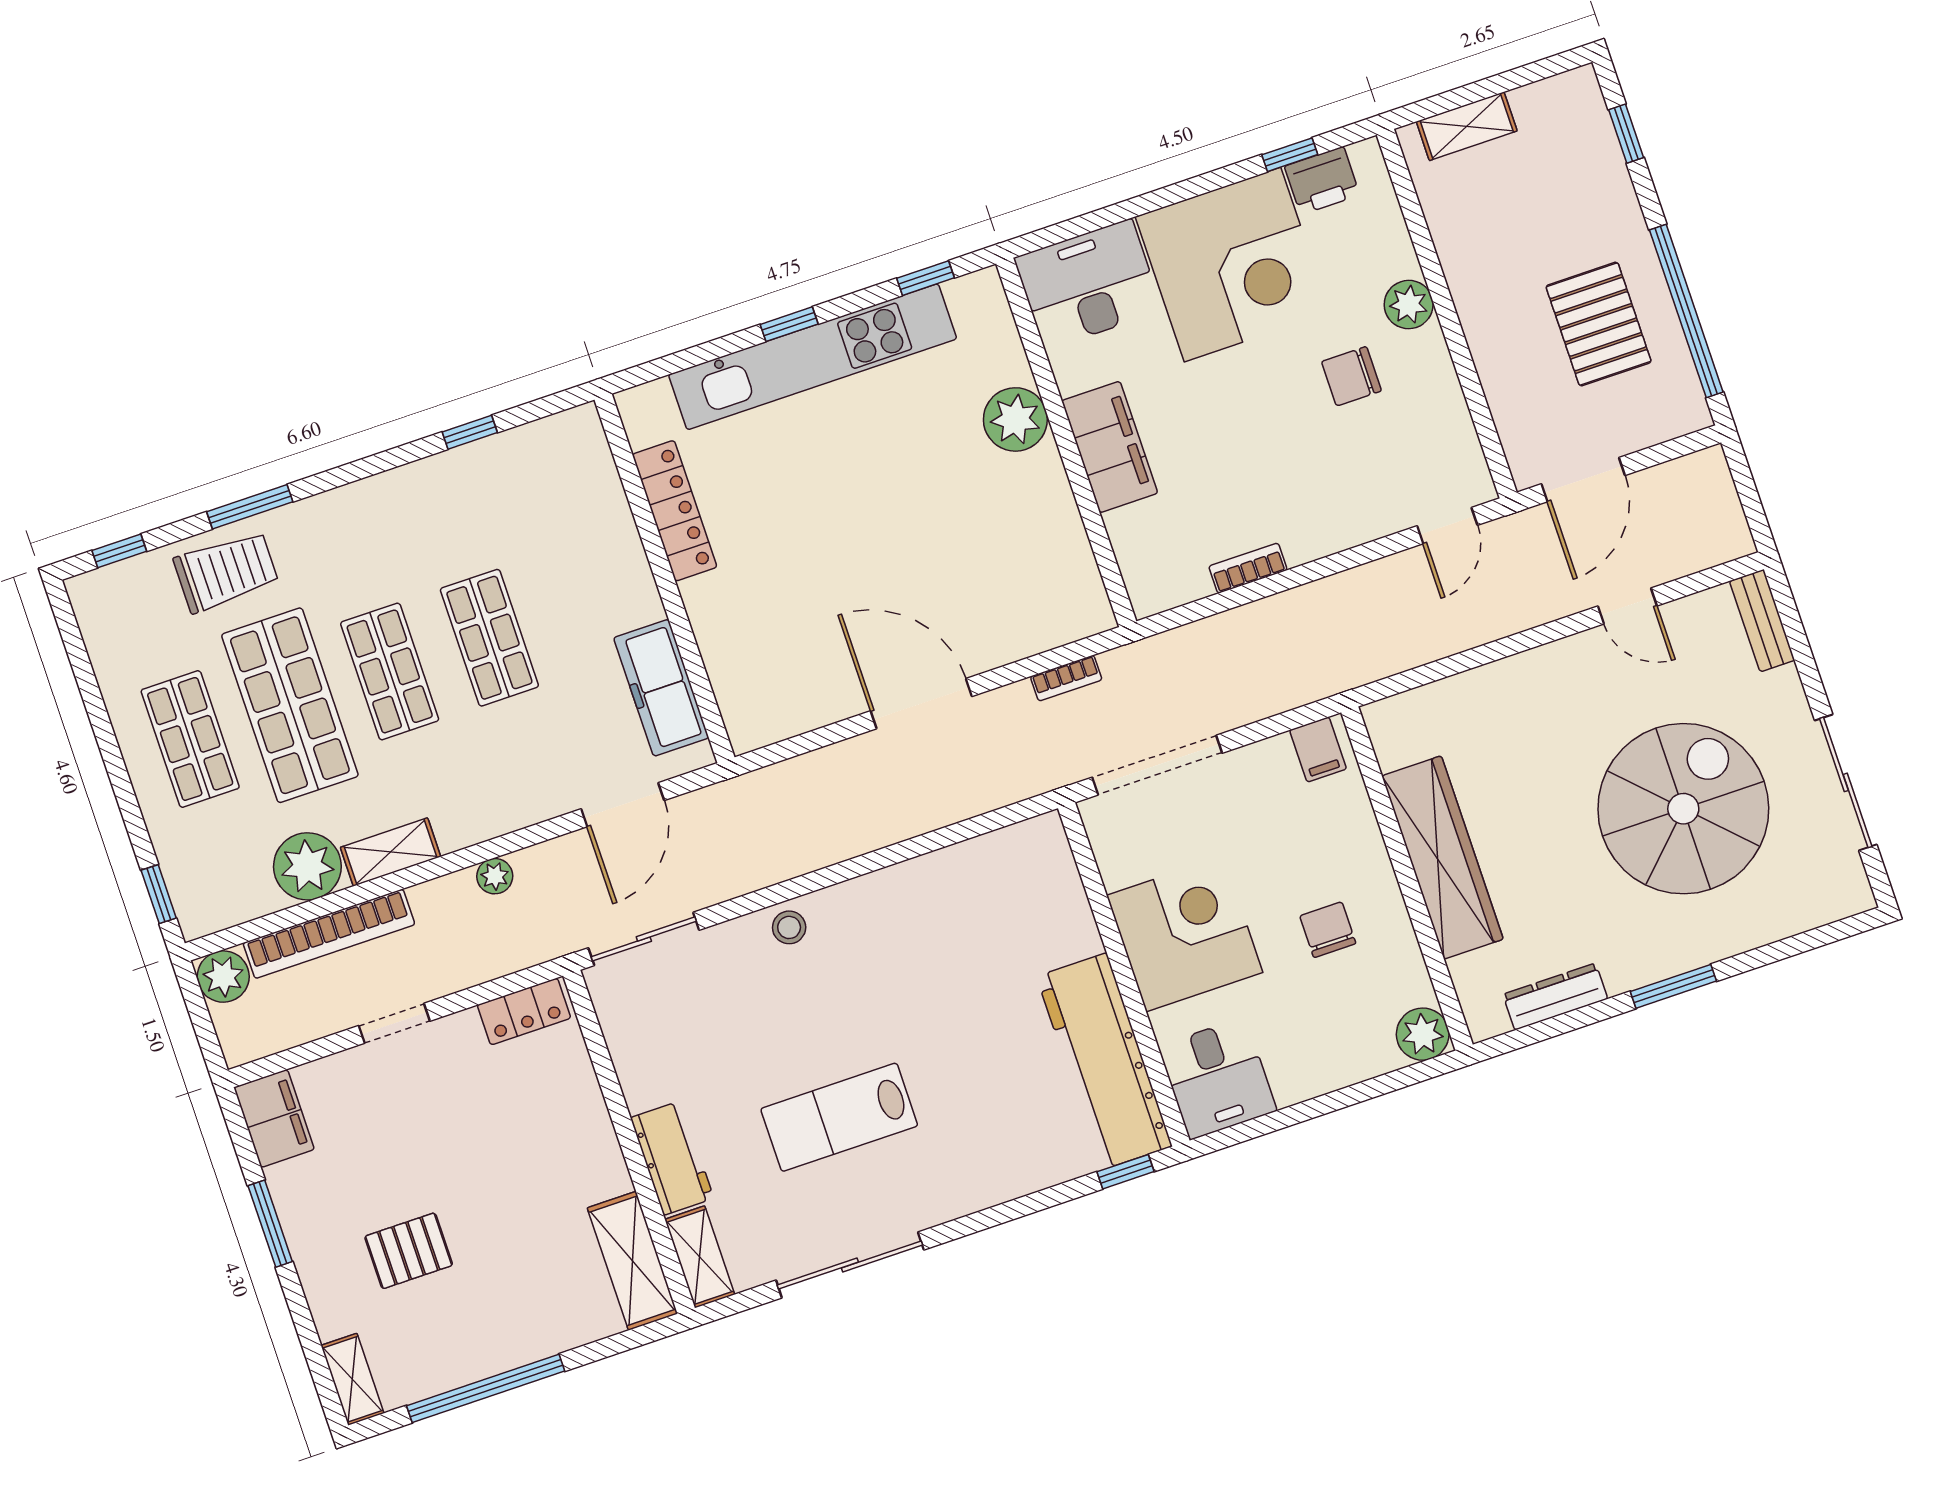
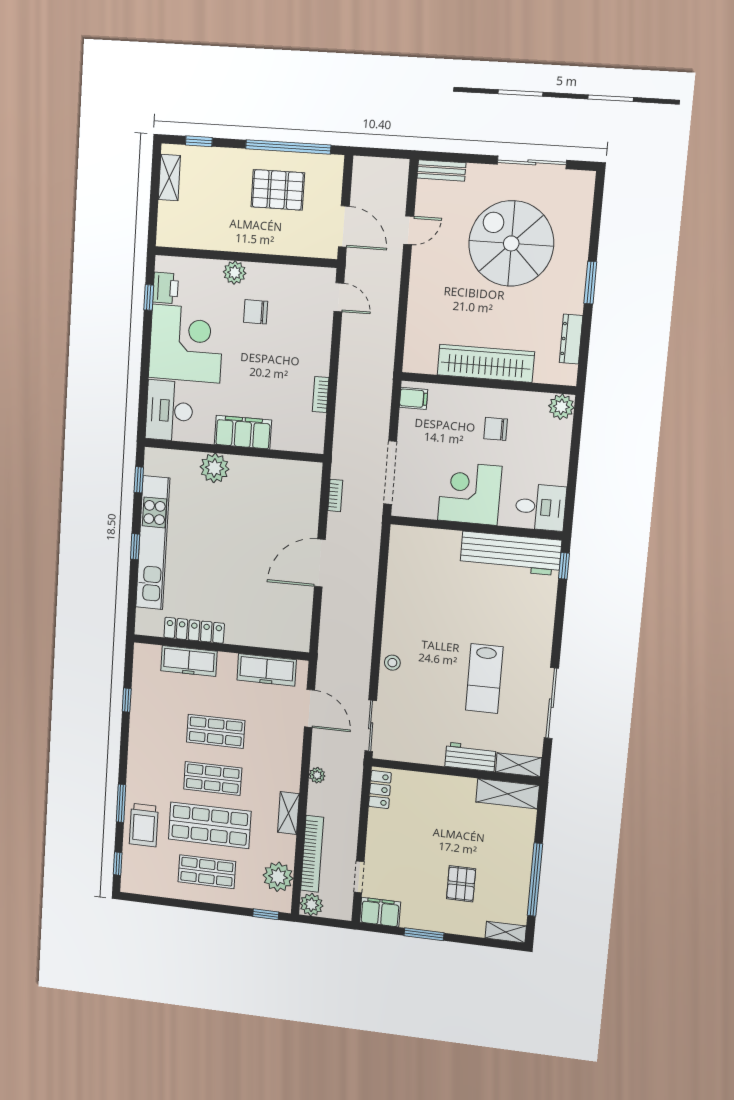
shelving: (1467, 126) -> (169, 178), moved
chair: (1351, 376) -> (256, 312), turned 90
freezer: (608, 526) -> (189, 661), added
trolley: (226, 572) -> (144, 825), turned 180
plant: (307, 866) -> (278, 877), moved
doorway: (394, 1023) -> (359, 877), moved

